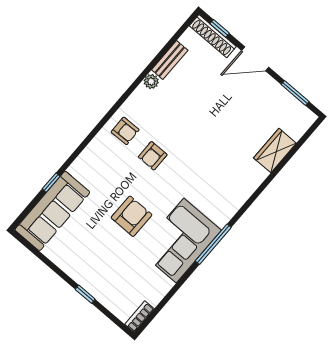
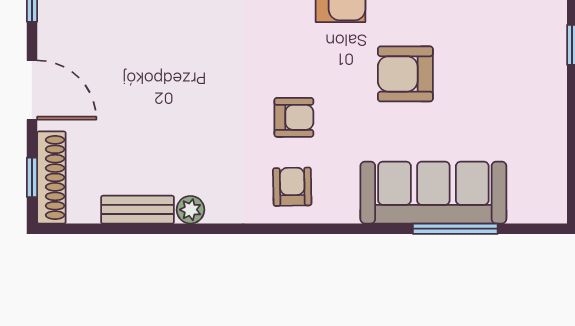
window: (51, 183) -> (455, 229), width x2.17
sofa: (52, 211) -> (433, 193), moved

